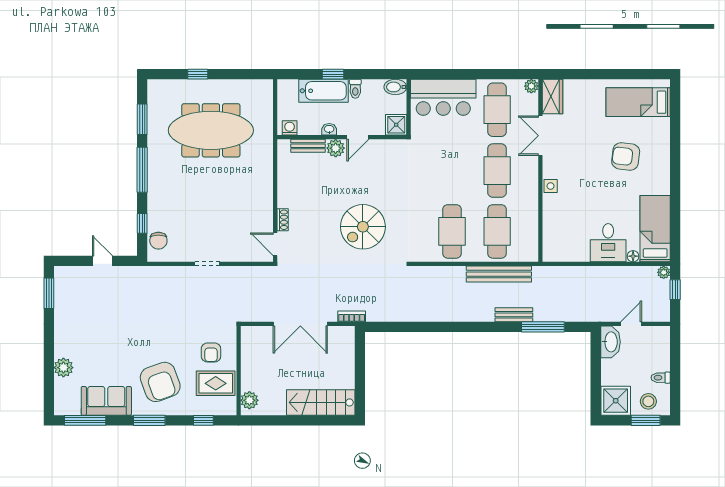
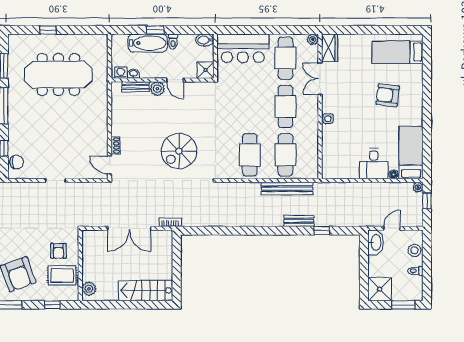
washbasin: (329, 129) -> (133, 74), moved
door: (358, 137) -> (175, 80), hinge flipped
chair: (158, 241) -> (17, 162), turned -90
window: (543, 327) -> (322, 231), width x0.46
stool: (648, 401) -> (414, 250), moved

